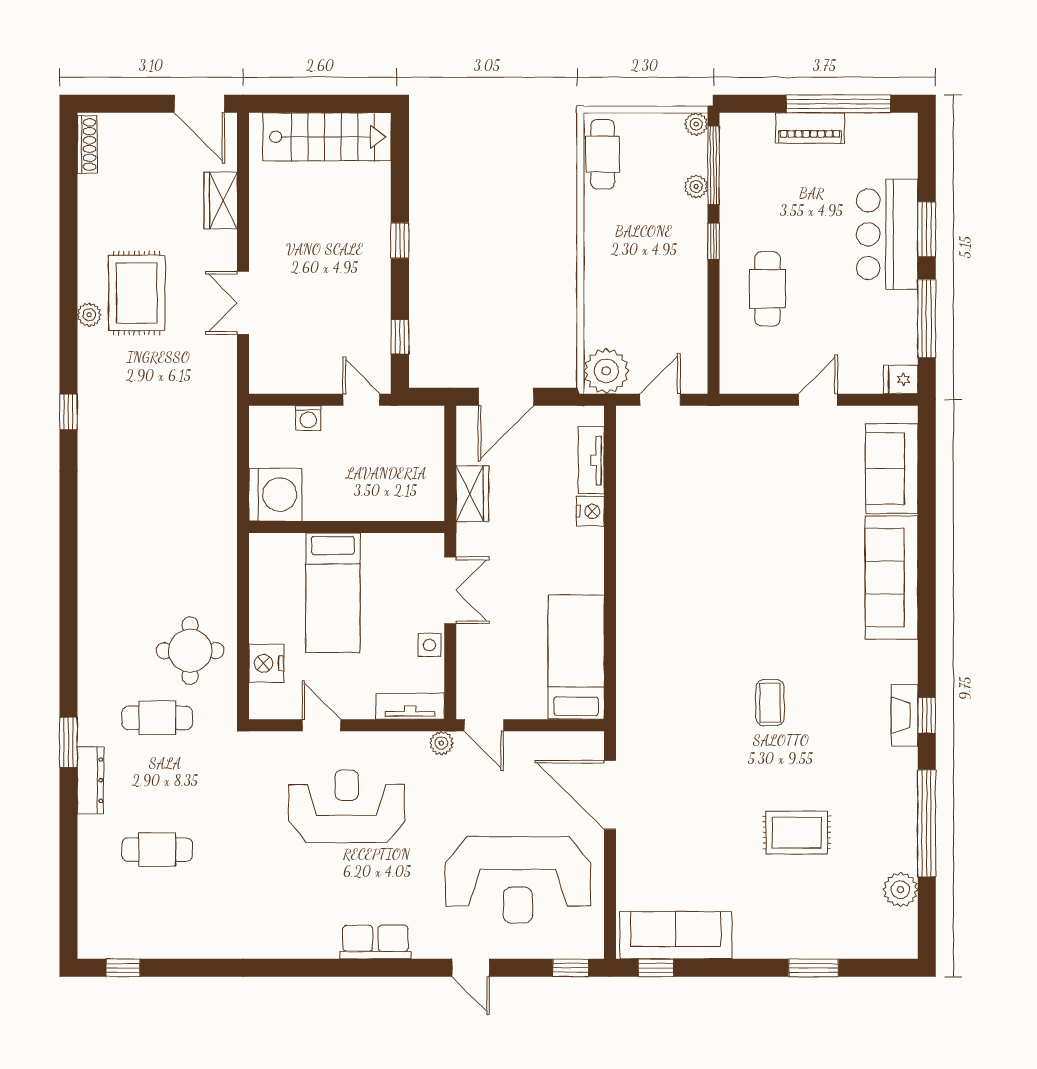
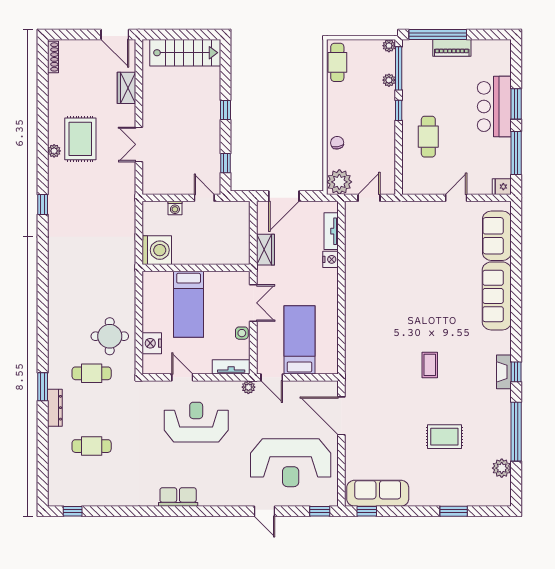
window: (838, 104) -> (438, 34), moved
chair: (602, 300) -> (337, 143), added
bed: (576, 657) -> (299, 340), moved
row of seats: (375, 942) -> (178, 497), moved

